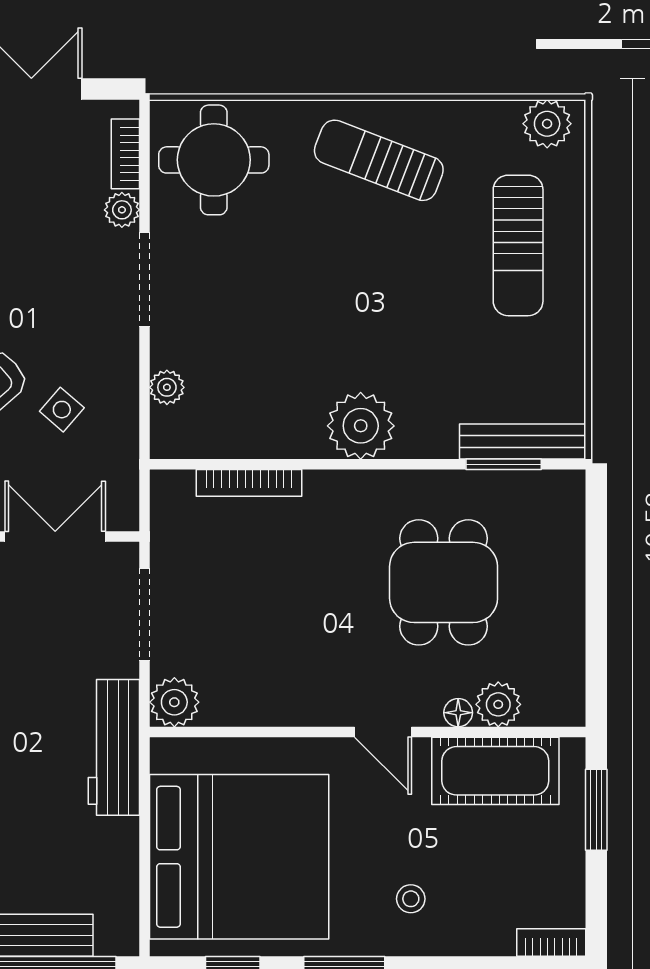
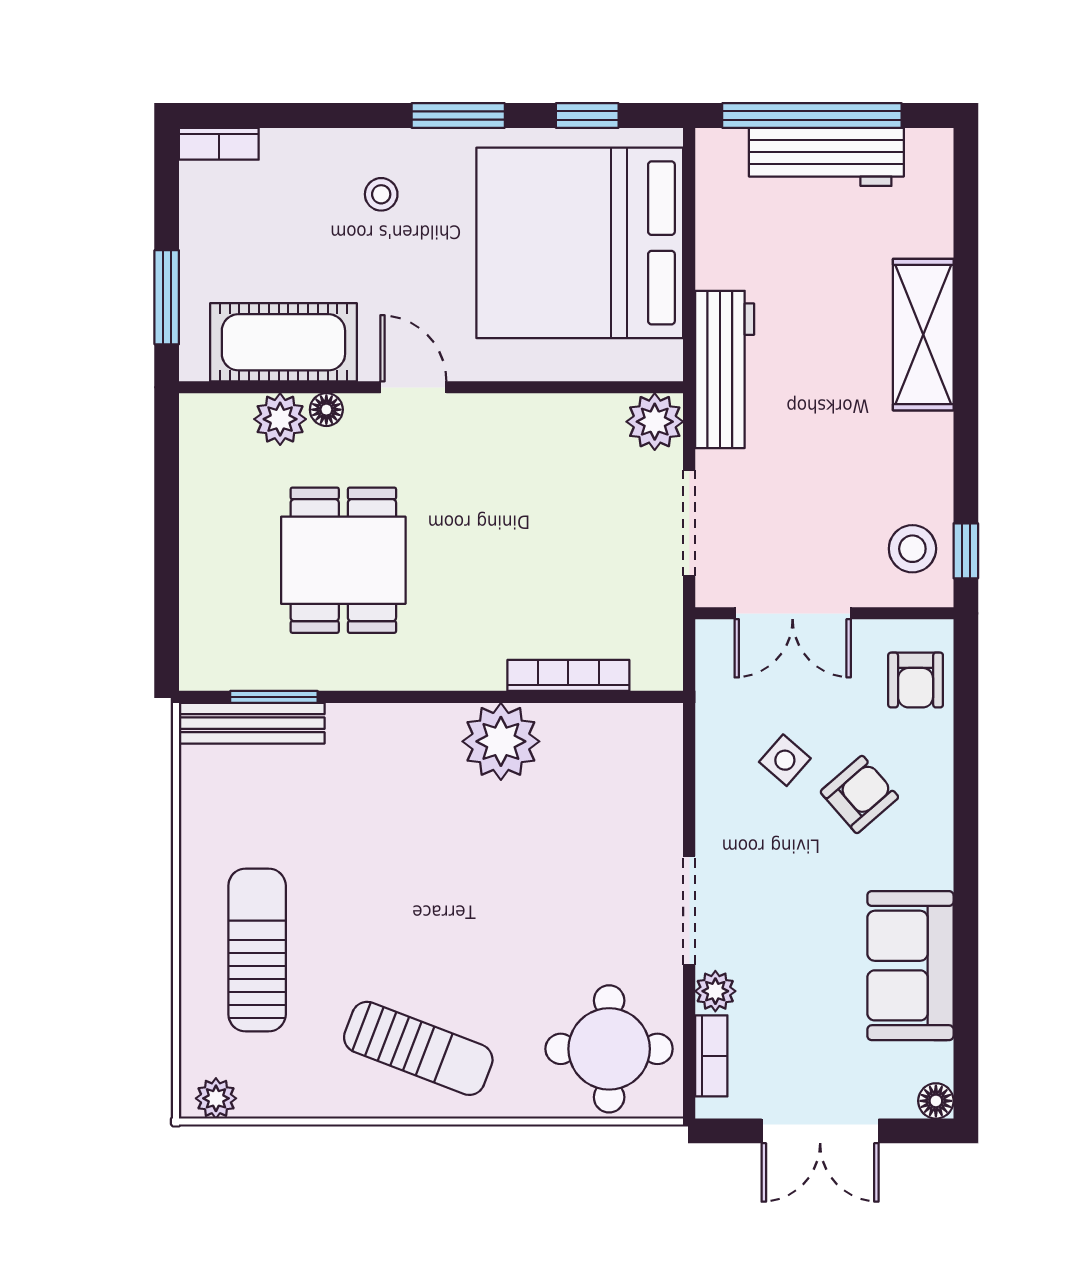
plant: (547, 124) -> (216, 1098), width x0.73, depth x0.73
plant: (167, 387) -> (663, 786), removed
plant: (361, 426) -> (501, 741), moved

